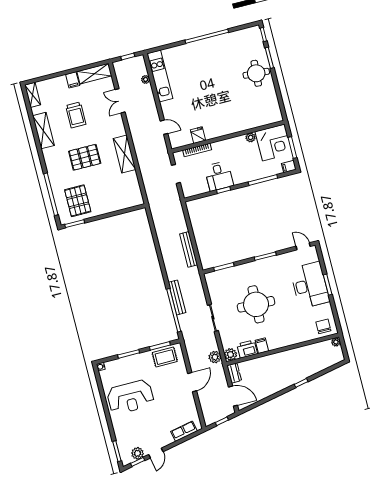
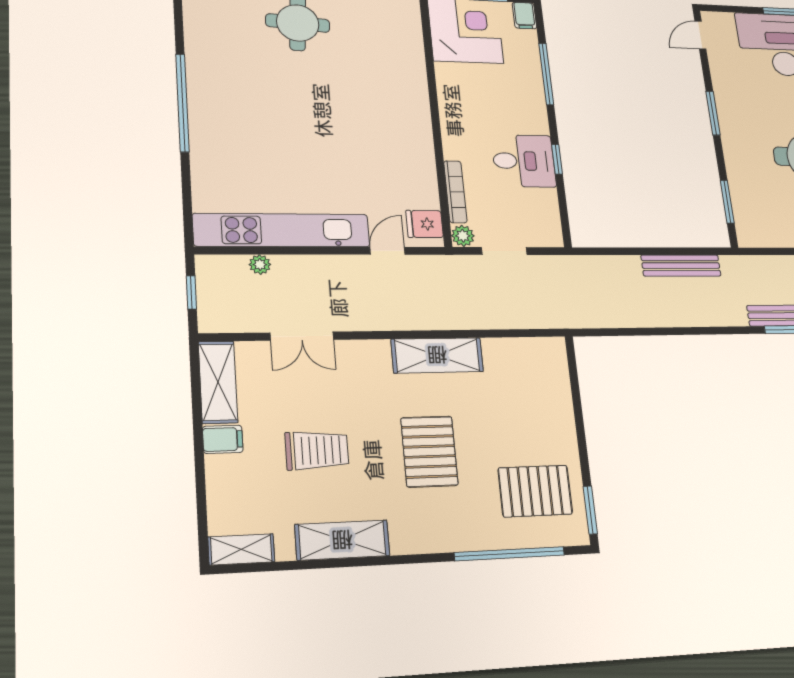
kitchen unit: (160, 76) -> (282, 230), width x1.36
fridge: (198, 135) -> (425, 224), moved
plant: (251, 138) -> (463, 236), moved

